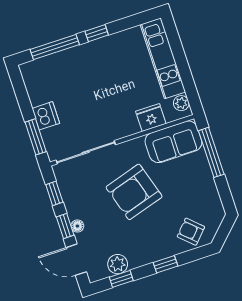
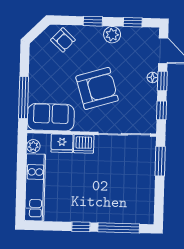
dishwasher: (46, 116) -> (84, 144), moved, turned -90
plant: (118, 264) -> (112, 35), moved

